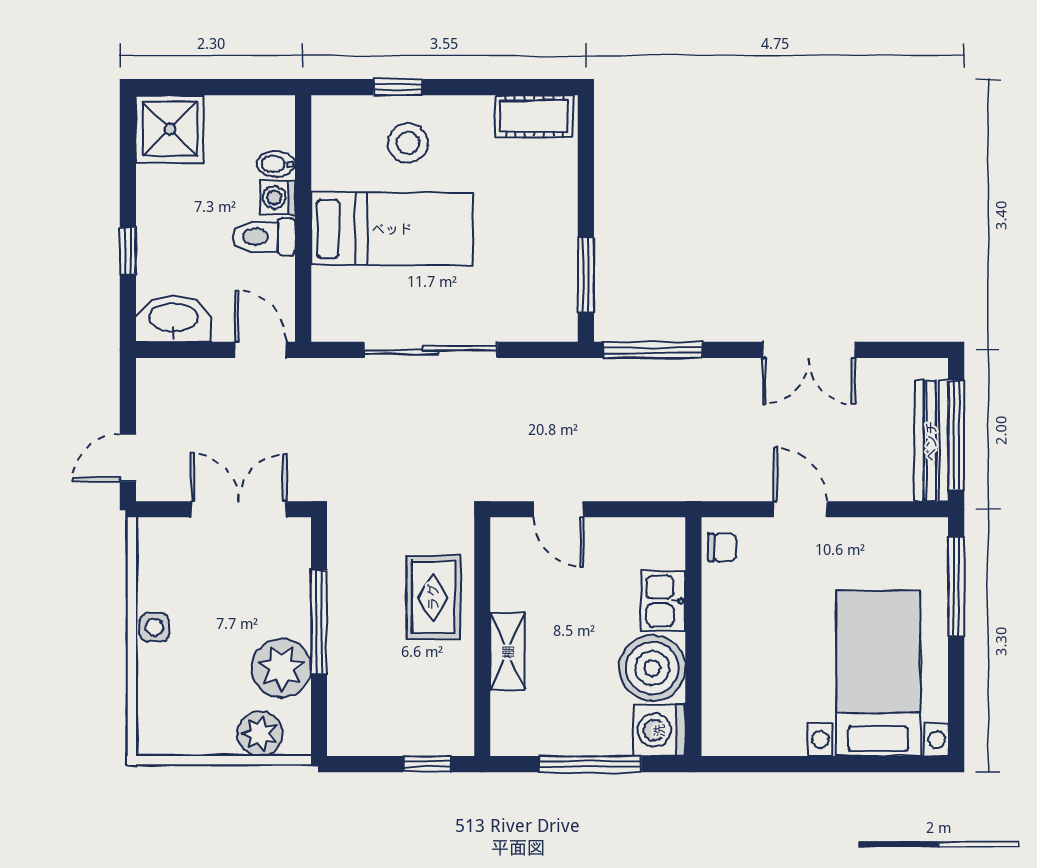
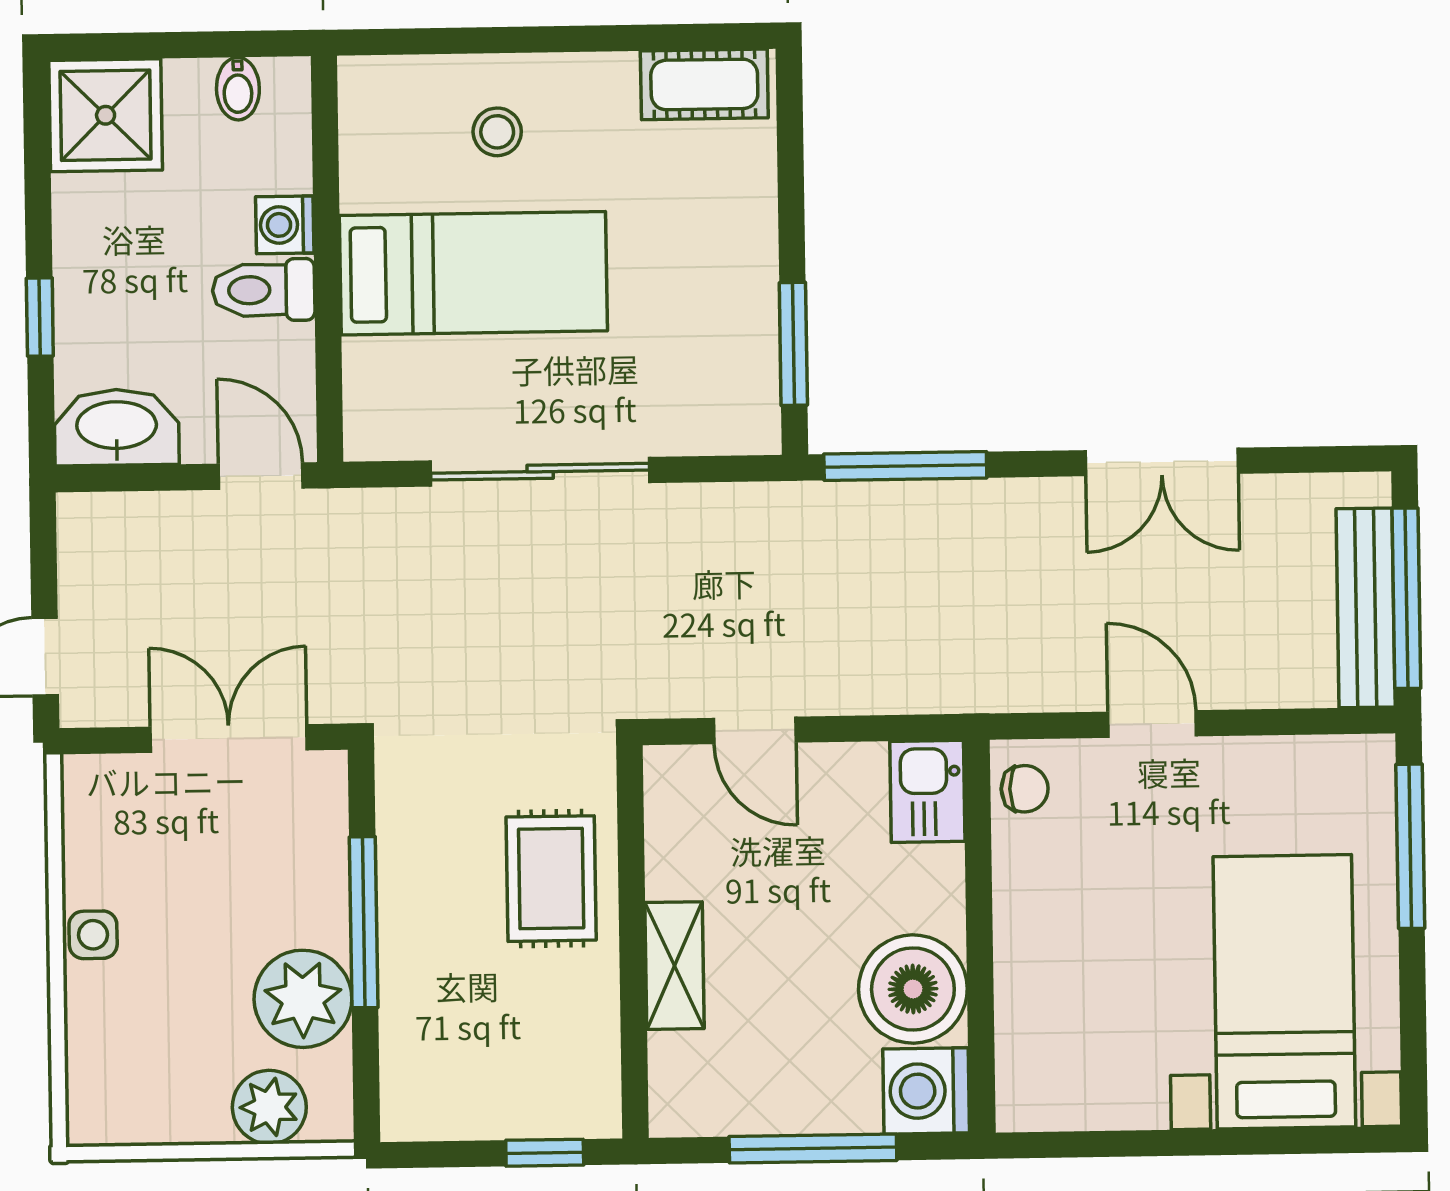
window: (398, 87) -> (479, 40), removed
stool: (408, 143) -> (497, 132), width x0.73, depth x0.73
bidet: (276, 164) -> (238, 89), moved, turned -90
kitchen sink: (663, 601) -> (927, 791), moved

